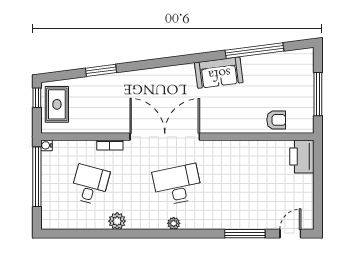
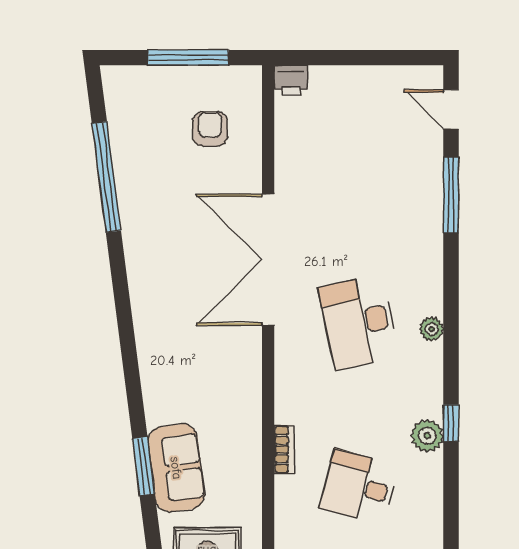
sofa: (219, 73) -> (176, 468), moved
armchair: (276, 120) -> (210, 129), moved
double door: (165, 137) -> (268, 260), moved
printer: (302, 156) -> (291, 80), width x0.53, depth x0.68
window: (124, 234) -> (451, 423), added

